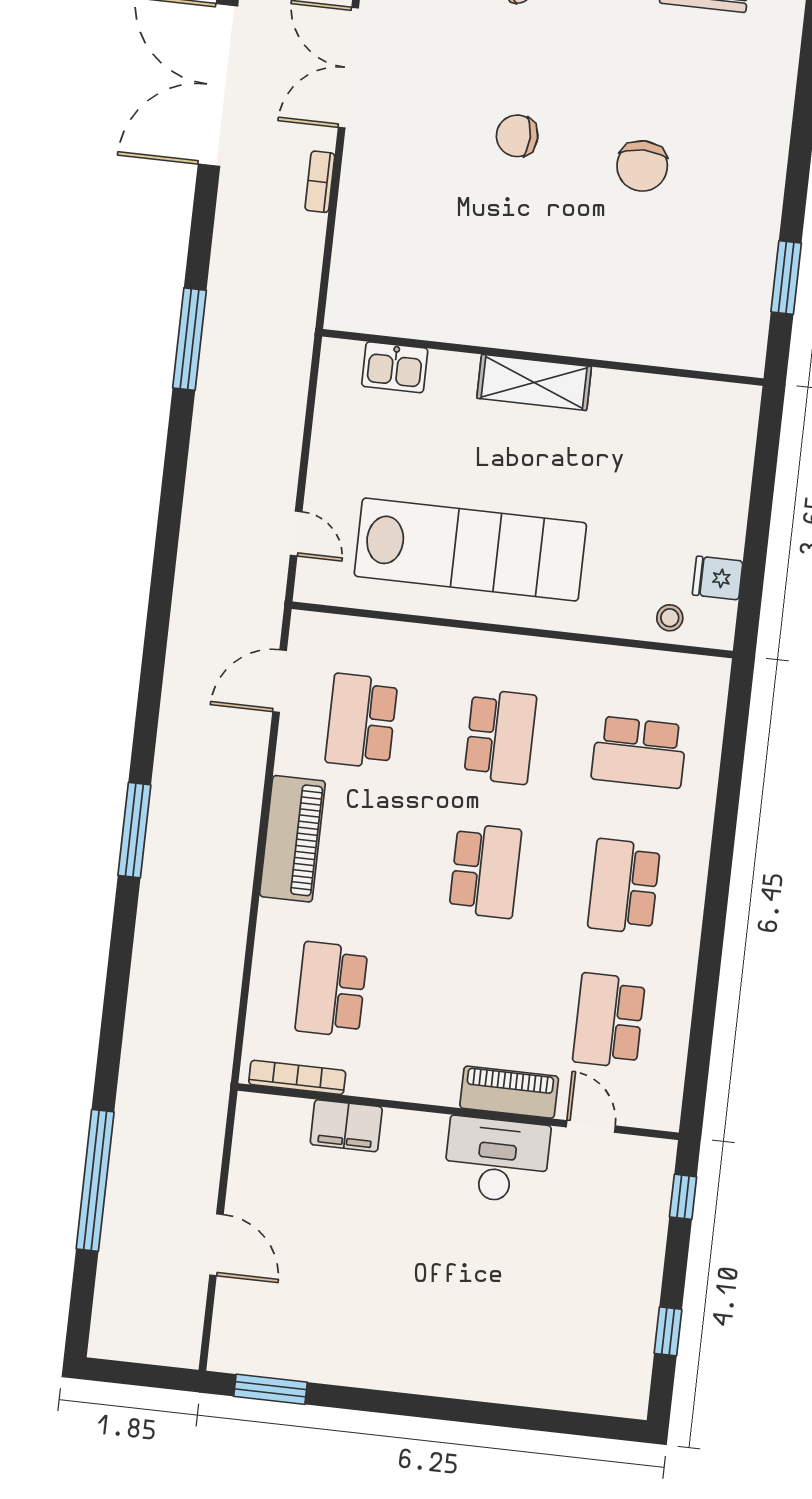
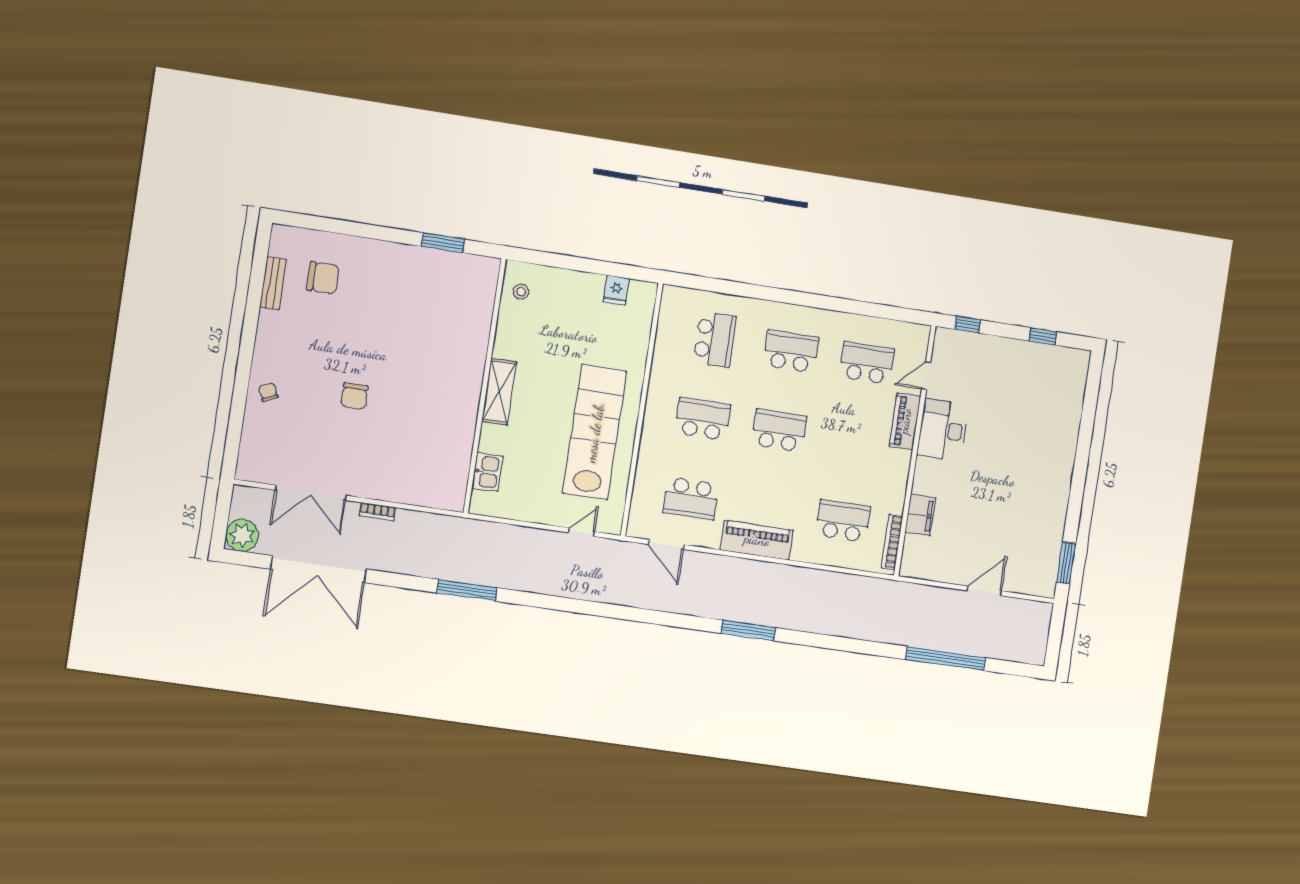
chair: (642, 166) -> (323, 278), moved
stool: (670, 618) -> (521, 292), moved
school desk: (624, 886) -> (791, 351), turned 180
school desk: (331, 989) -> (843, 521), turned 180
school desk: (609, 1021) -> (867, 363), turned 180

